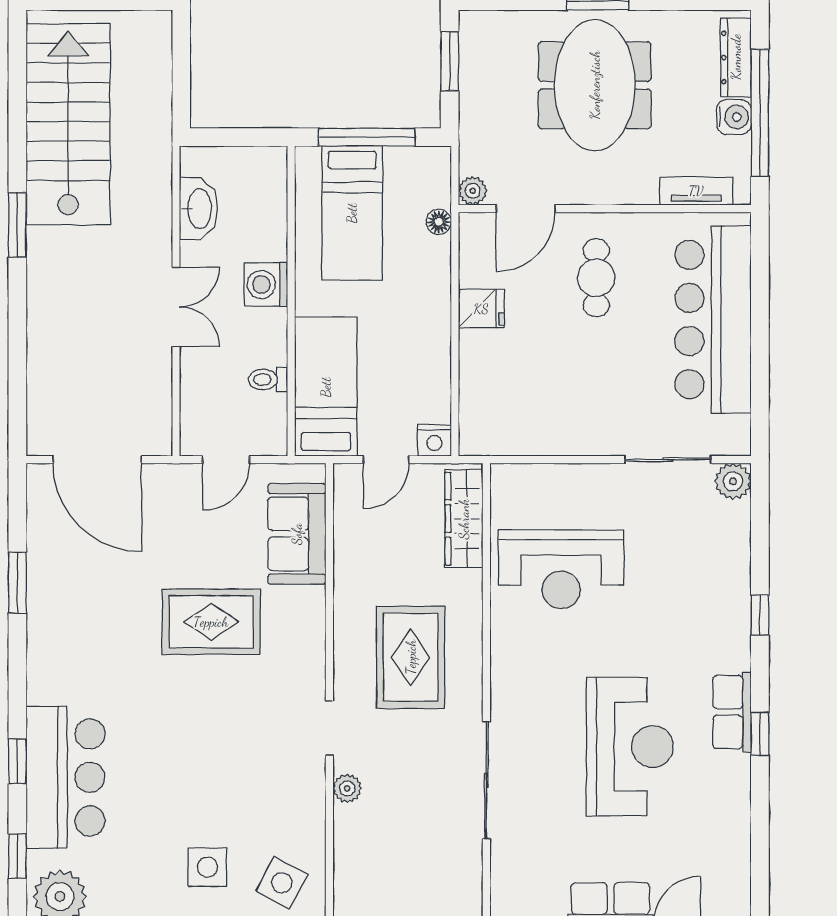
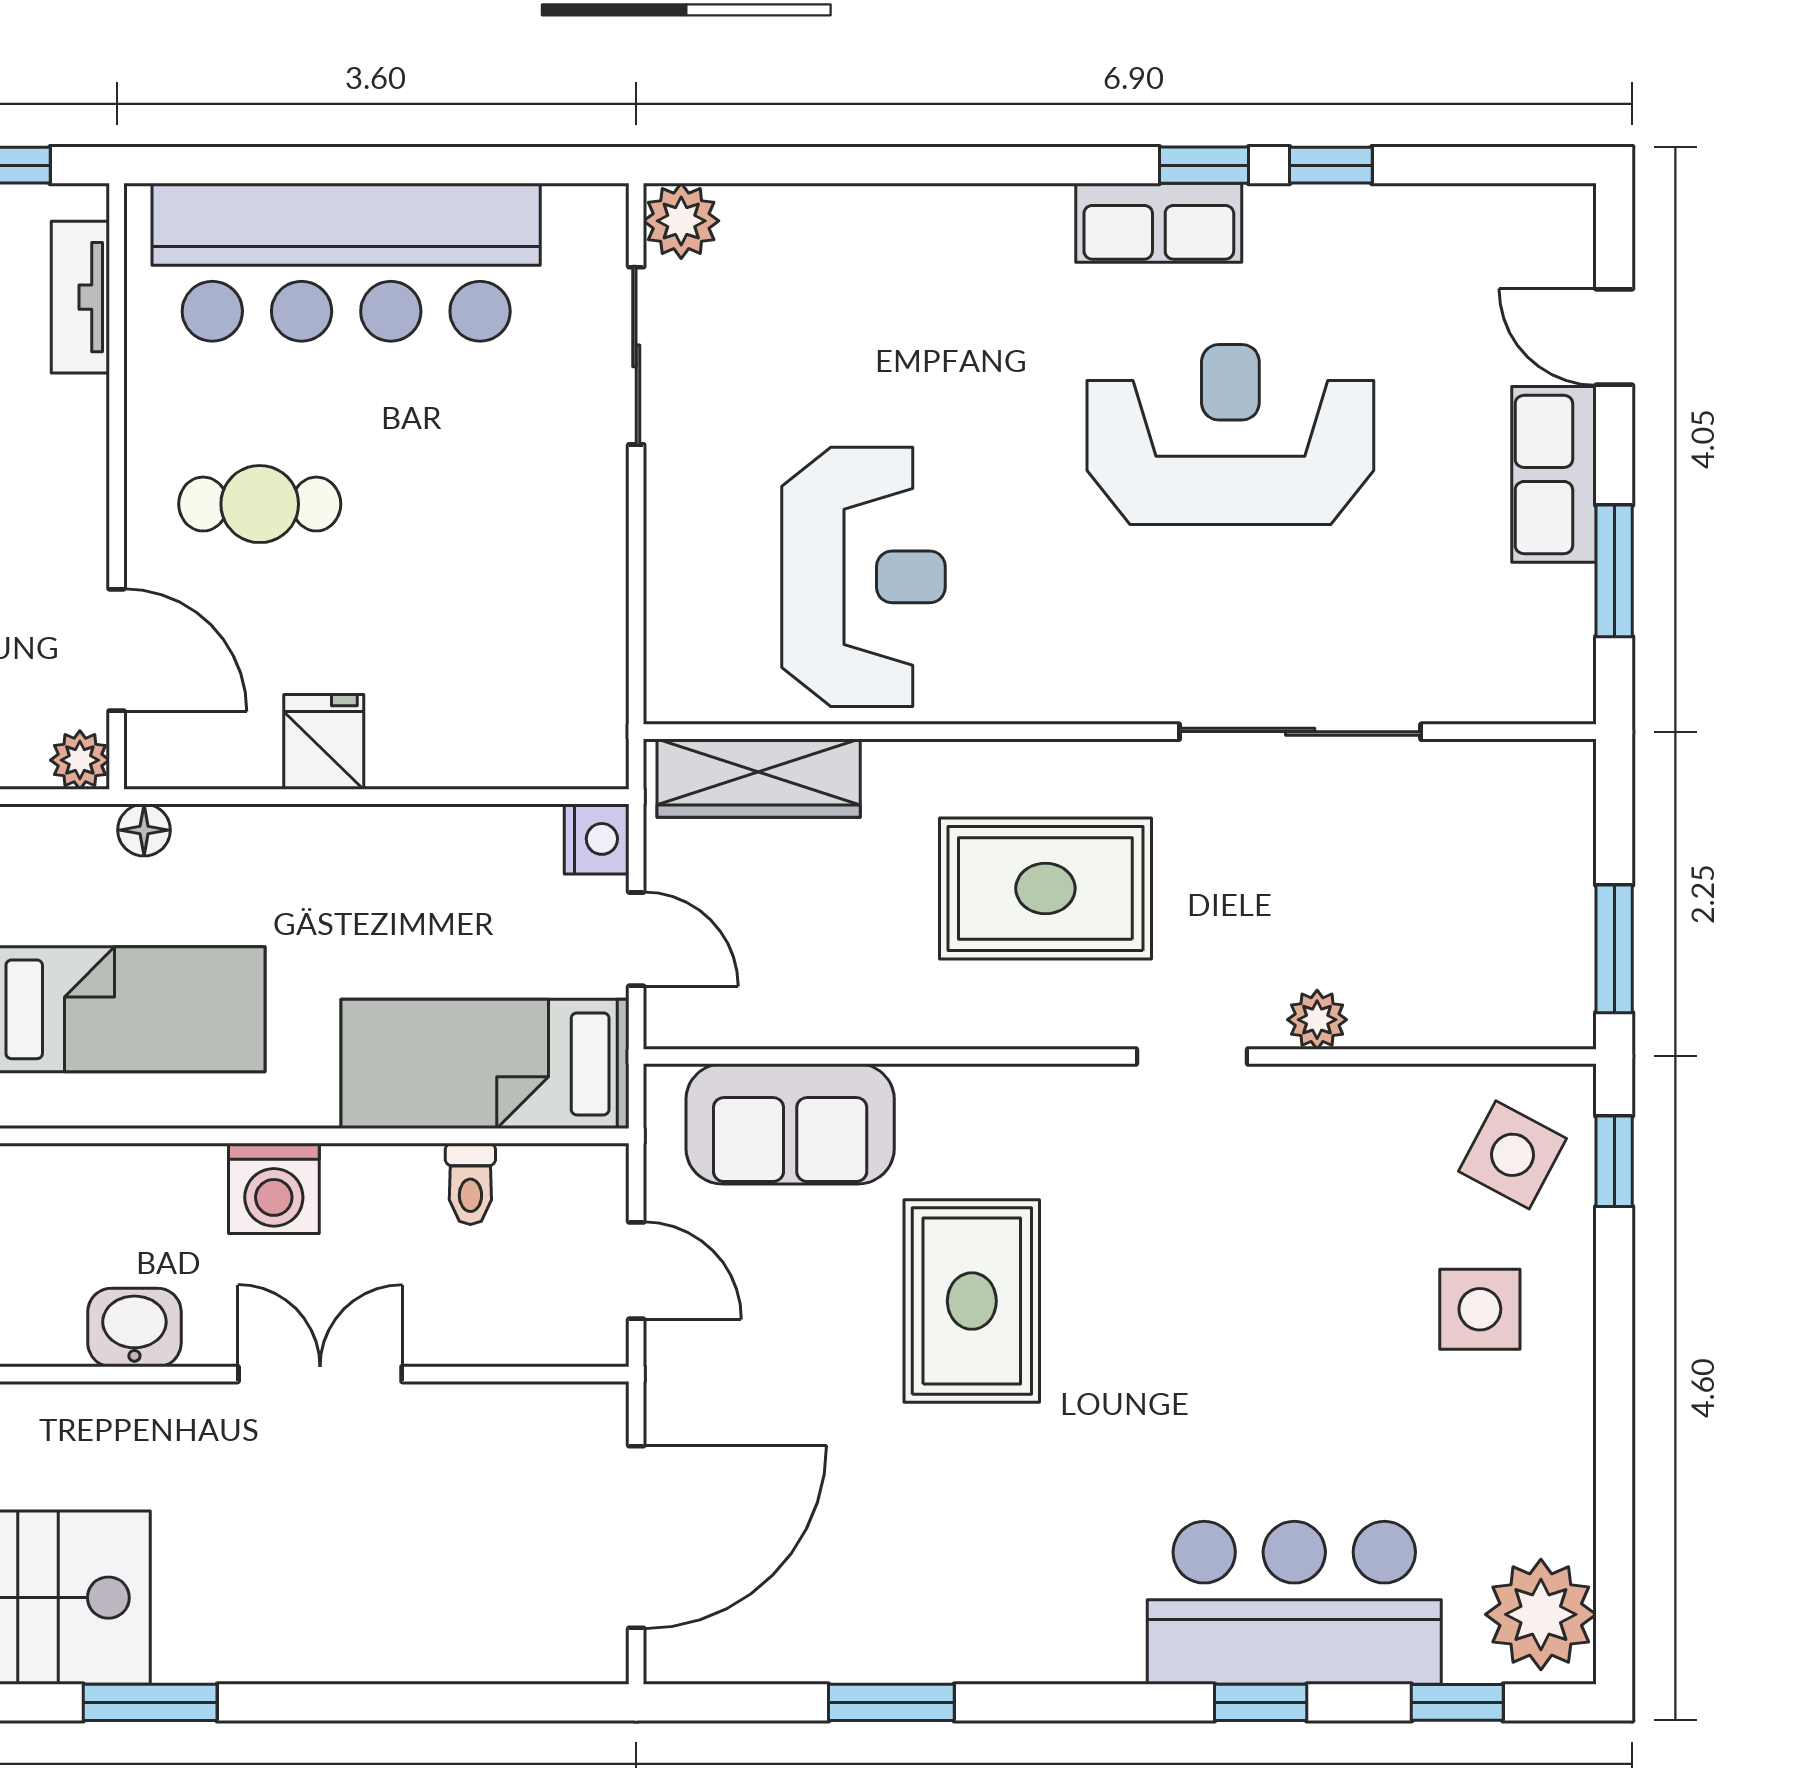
washbasin: (199, 209) -> (134, 1327), width x0.72
window: (760, 615) -> (1331, 165), moved

